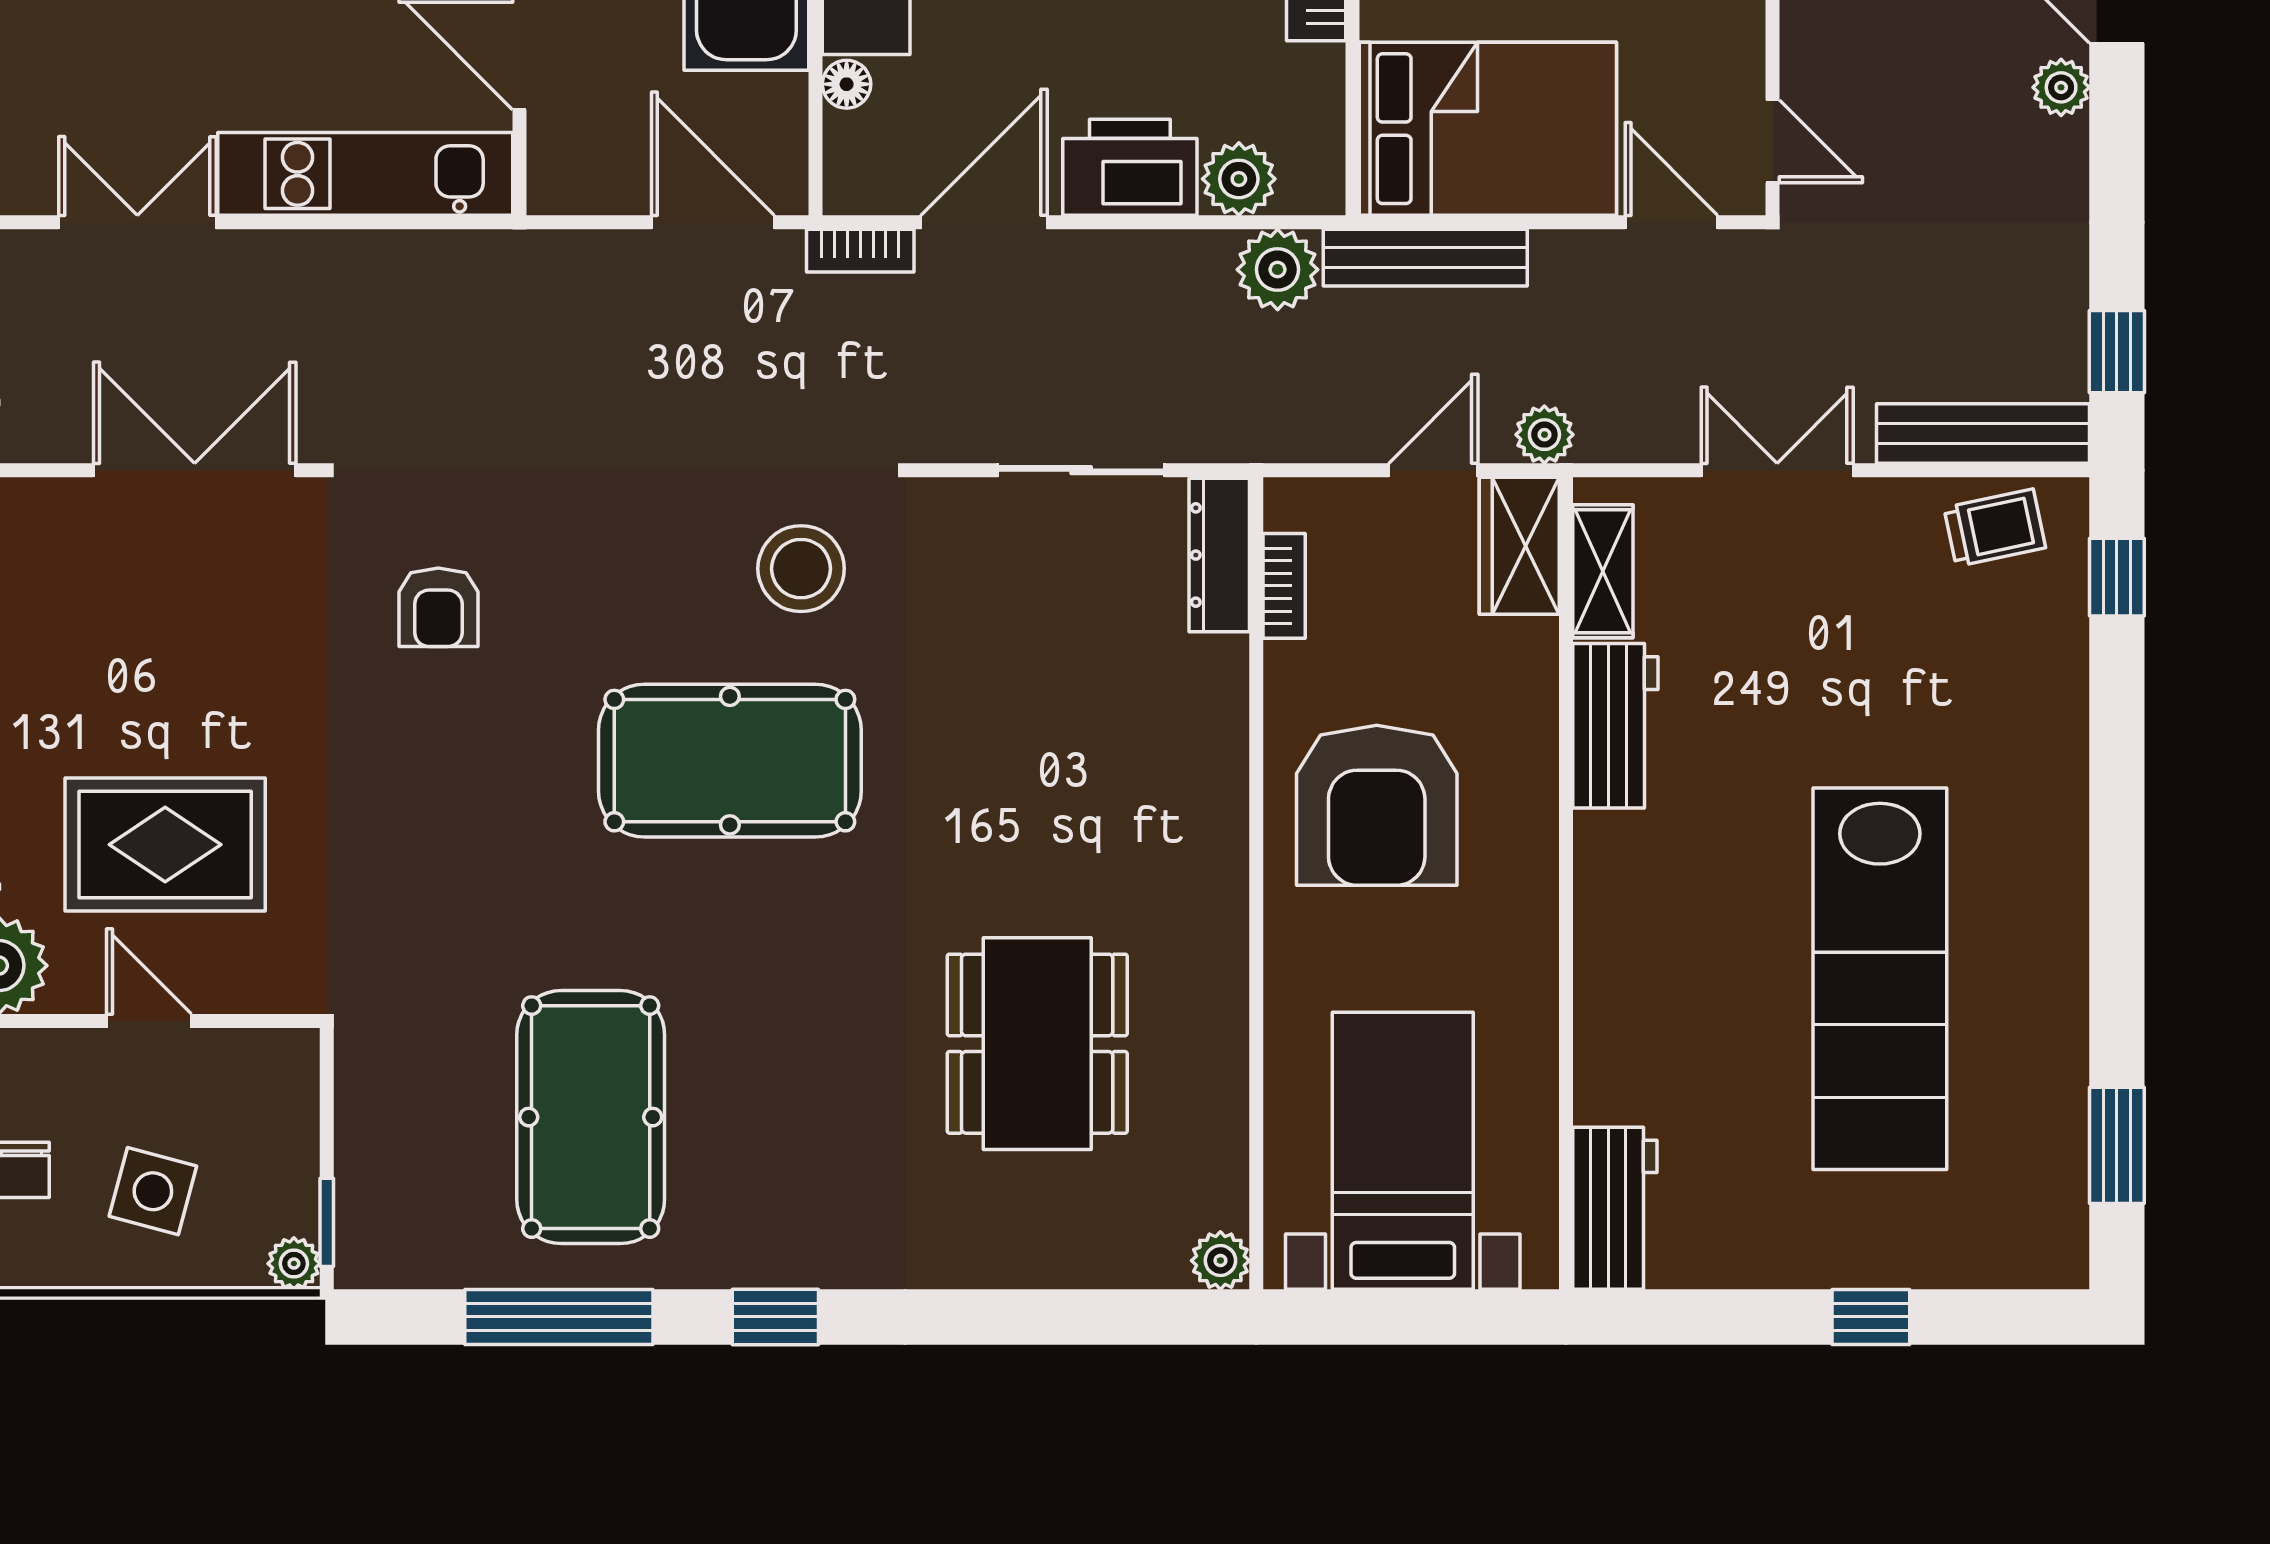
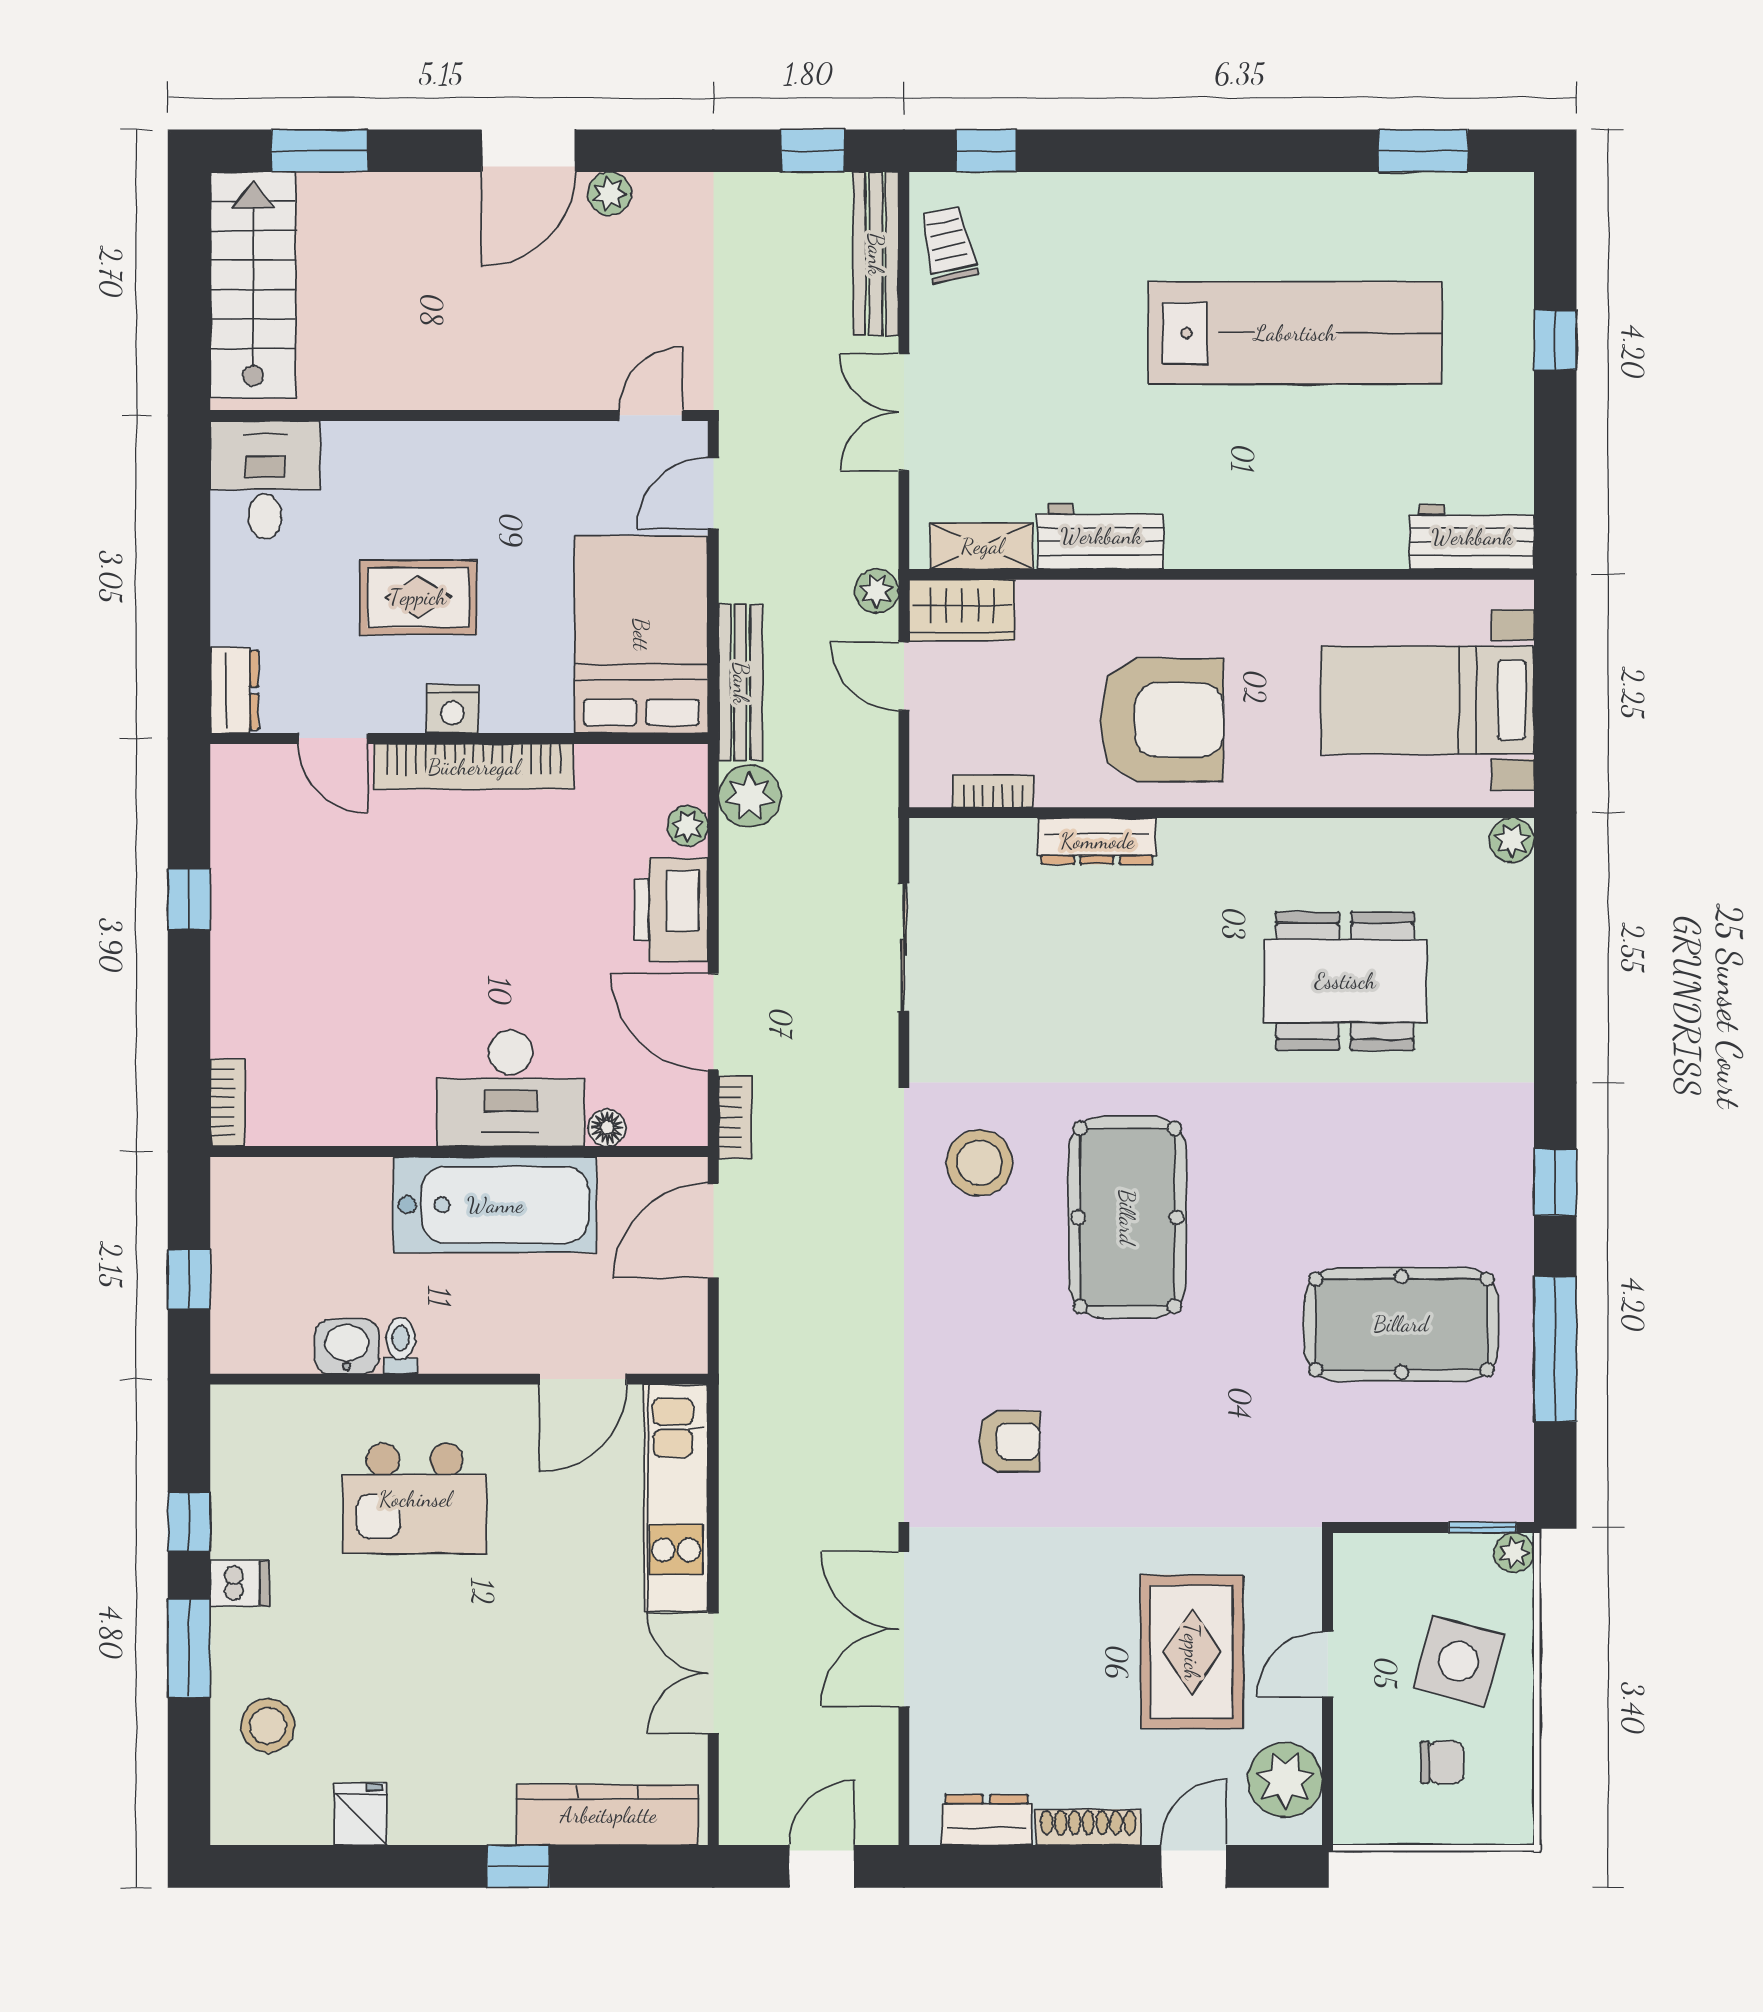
plant: (1239, 179) -> (688, 826), width x0.73, depth x0.73
dresser: (1219, 555) -> (1097, 841), moved
side table: (153, 1191) -> (1459, 1661), width x1.37, depth x1.37

